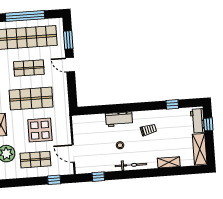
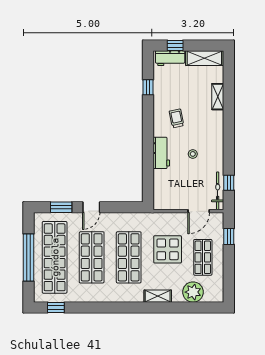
shop shelf: (29, 68) -> (92, 257), width x1.43, depth x1.36
bicycle: (131, 165) -> (218, 191), moved

